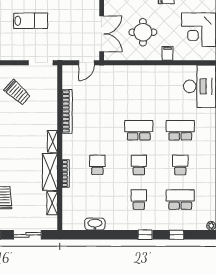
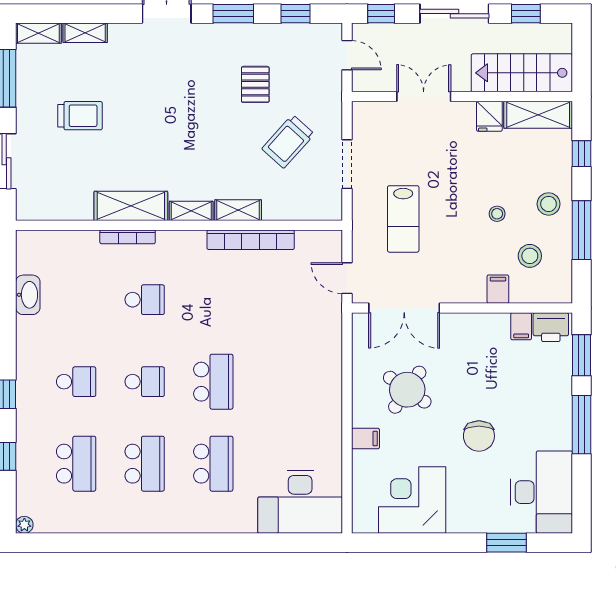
lab bench: (31, 21) -> (403, 219), moved
round table: (143, 32) -> (407, 390), turned 35
doorway: (41, 63) -> (347, 164), moved
school desk: (180, 165) -> (145, 464), width x1.85
shelving: (52, 203) -> (238, 210), moved

